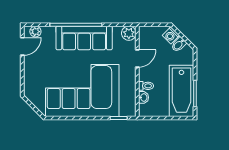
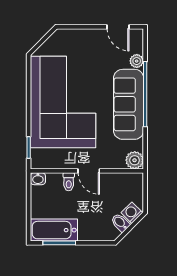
plant: (35, 32) -> (137, 61), moved
door: (137, 58) -> (89, 171), moved
bathtub: (181, 91) -> (54, 230), width x0.73, depth x0.73
washbasin: (144, 97) -> (38, 179), moved

